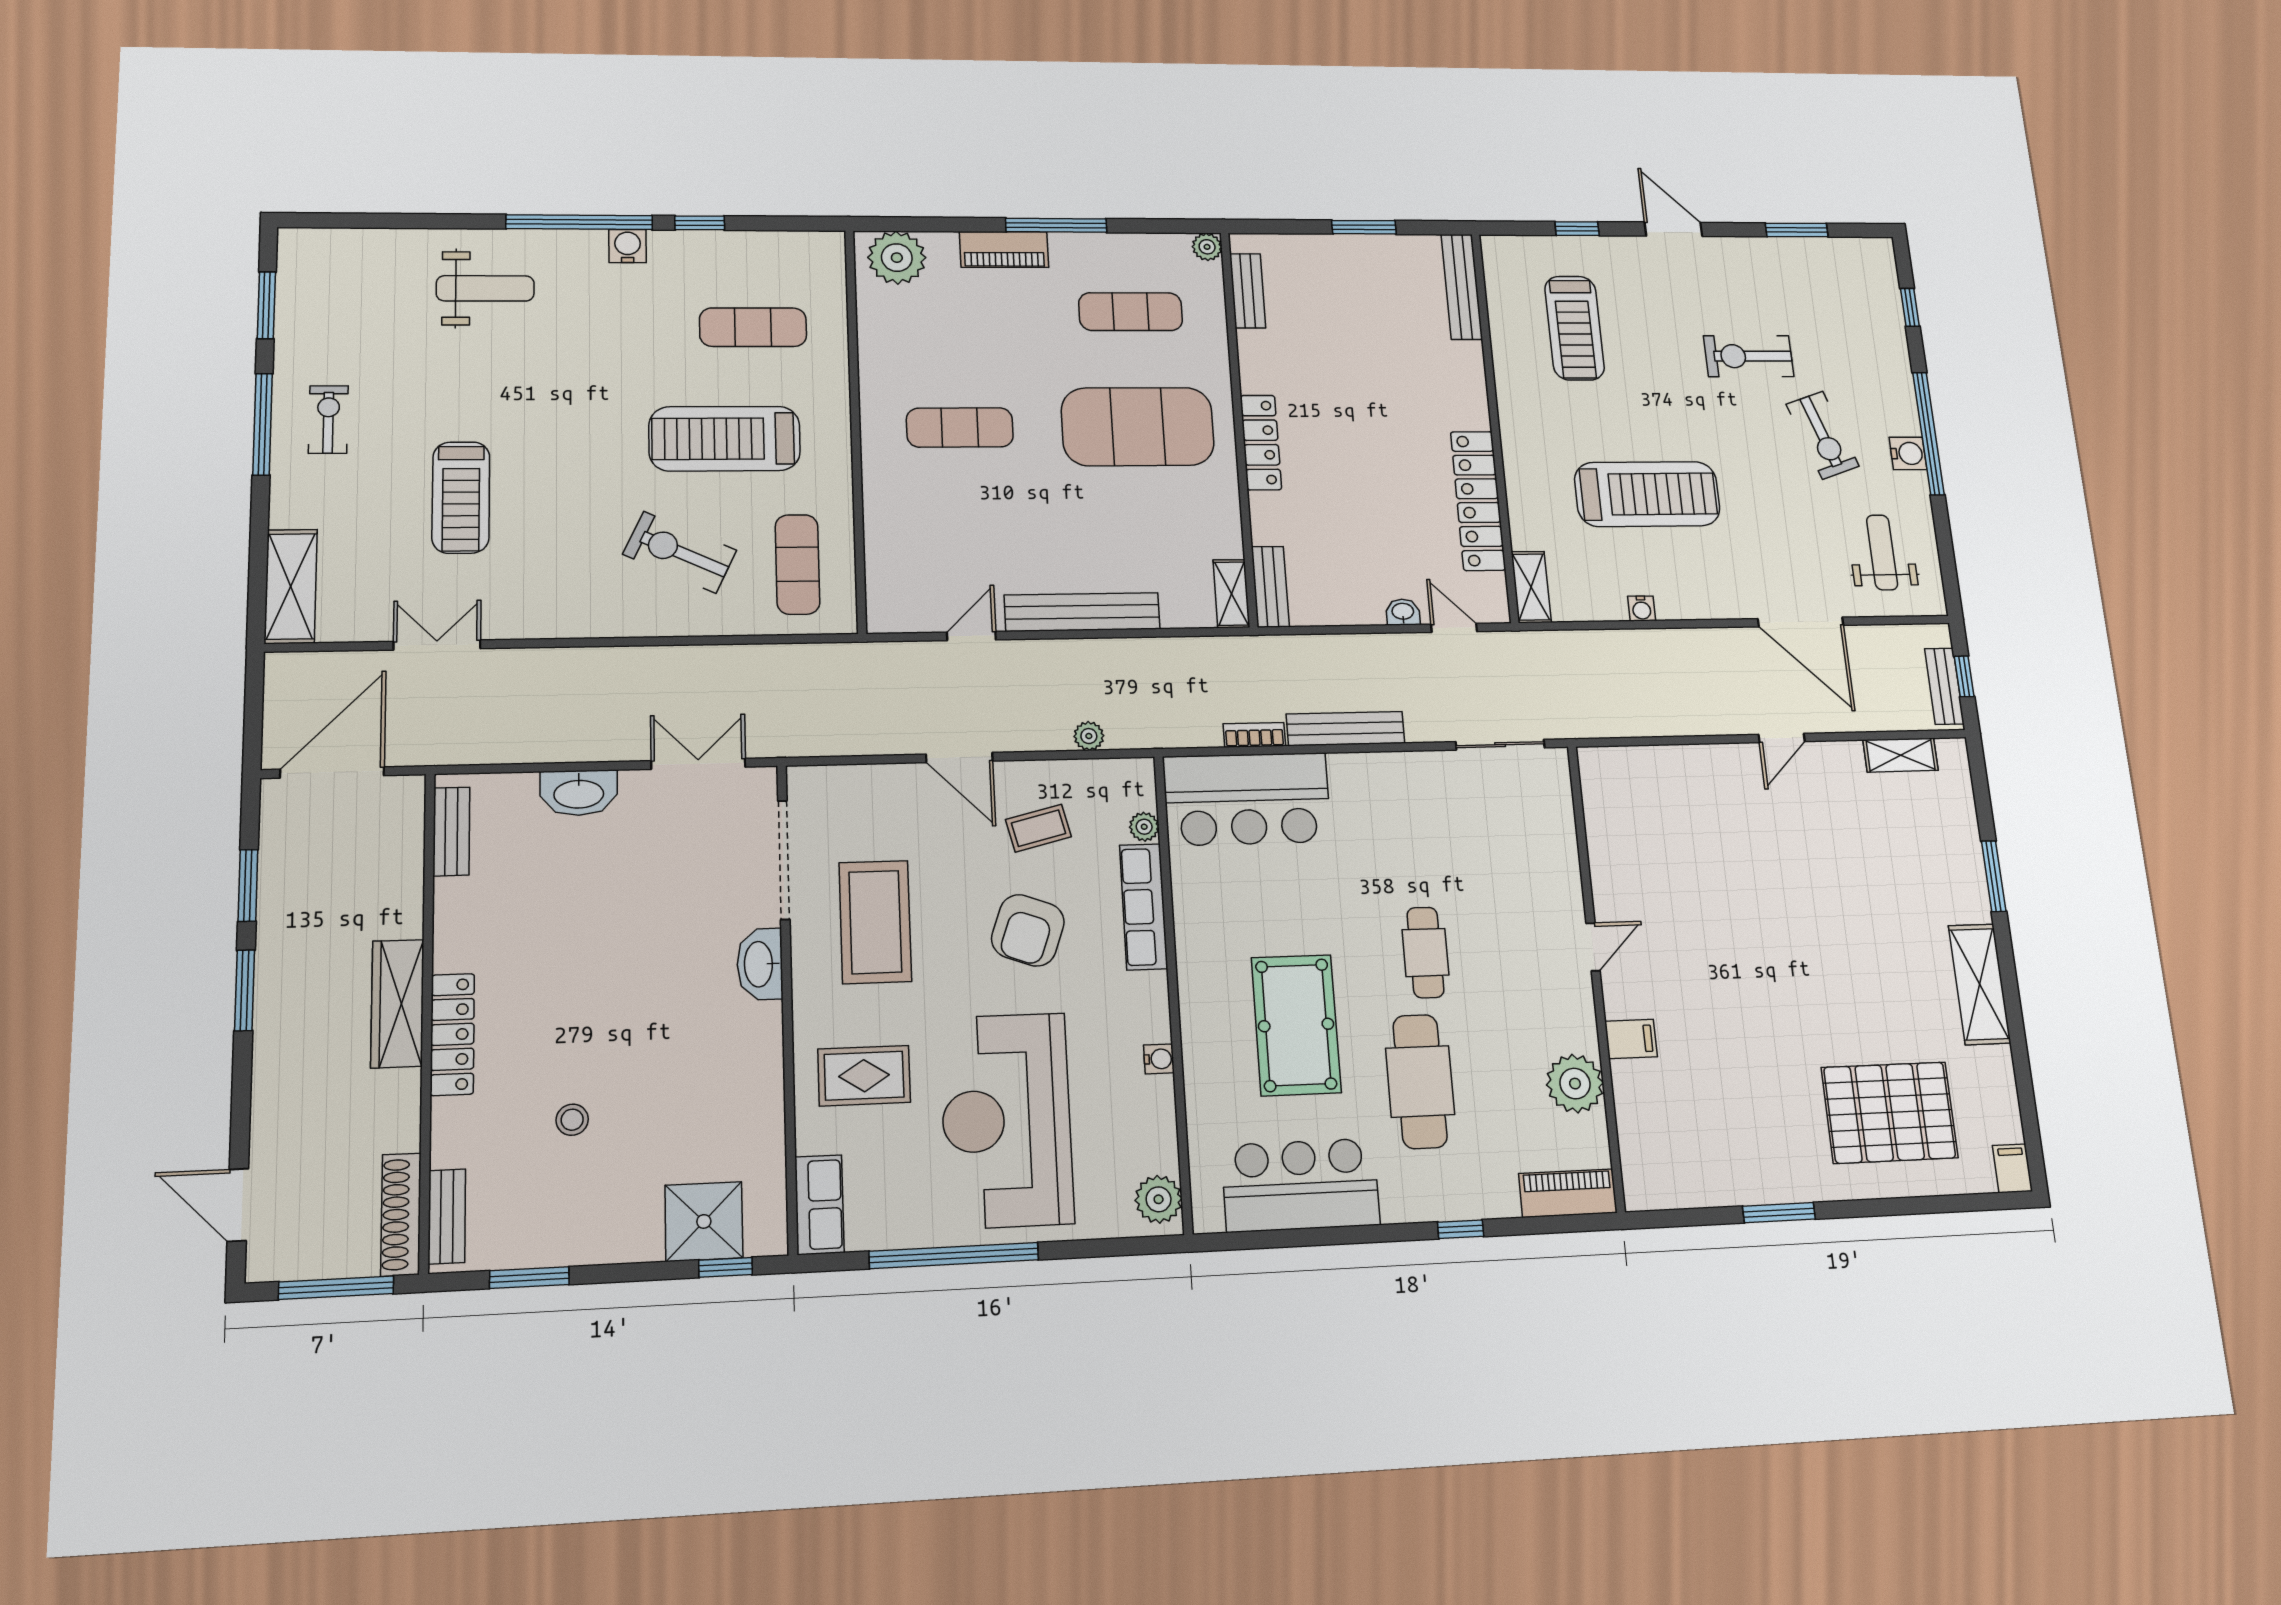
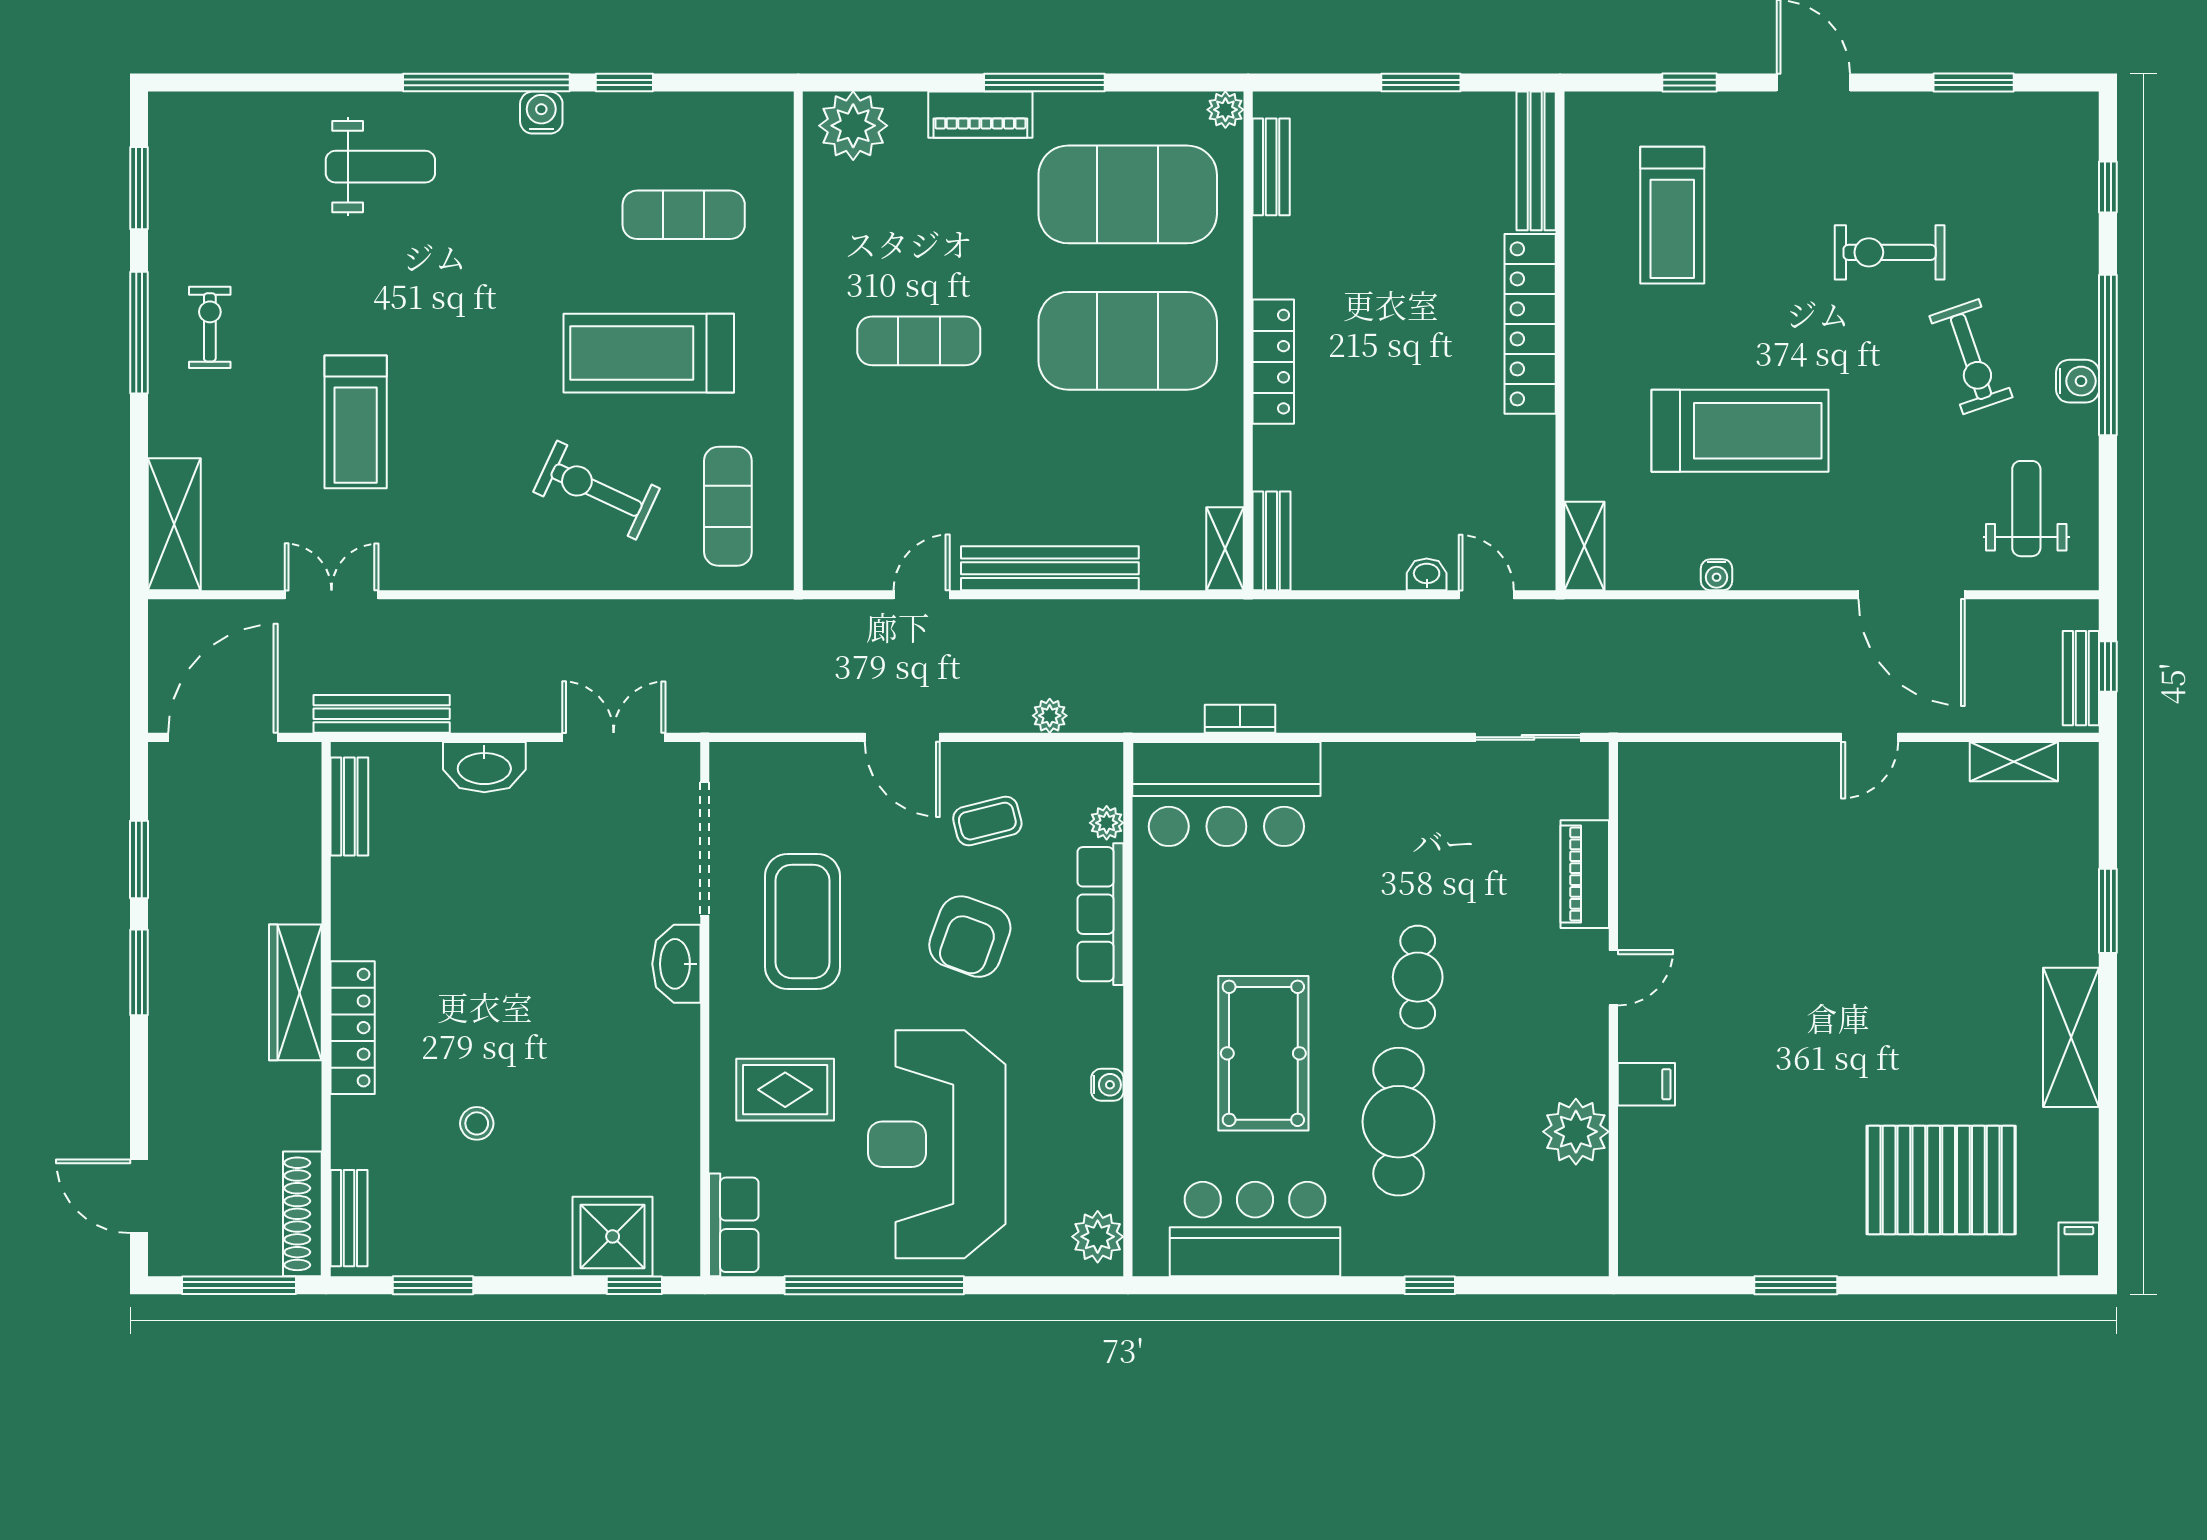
exercise mat: (1131, 312) -> (1128, 194), width x2.00, depth x1.45
locker: (1478, 501) -> (1530, 324), moved
bench: (1345, 729) -> (382, 714), moved
piano: (1568, 1193) -> (1585, 874), moved, turned -90

